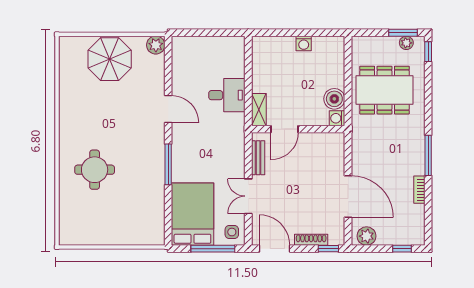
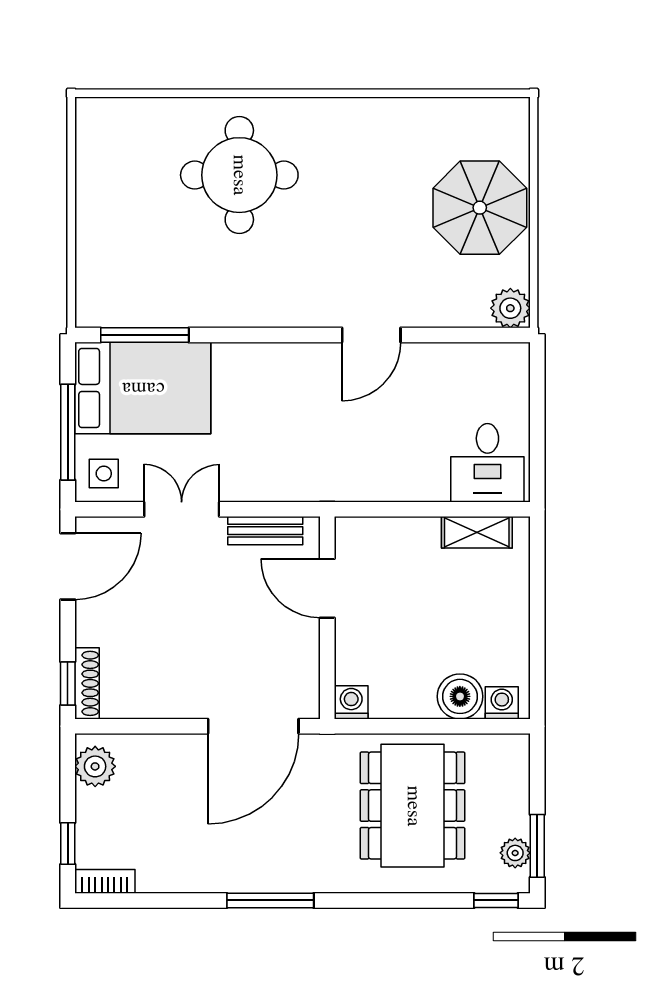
washing machine: (304, 44) -> (502, 703), moved, turned 90
desk: (227, 95) -> (487, 463), moved
boiler: (334, 99) -> (460, 696), moved
shelving: (259, 110) -> (477, 532), moved
window: (168, 164) -> (145, 335), moved
round table: (95, 170) -> (239, 175), width x1.36, depth x1.36
bookcase: (419, 190) -> (105, 881), moved
door: (348, 197) -> (253, 726), moved
shoe rack: (311, 240) -> (87, 683), moved

